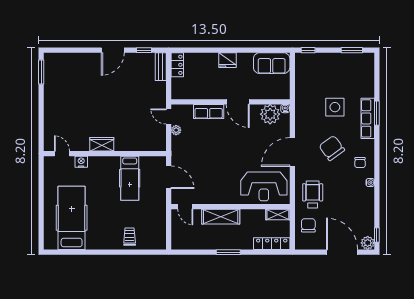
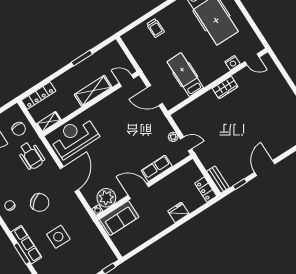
fridge: (227, 60) -> (178, 212), moved
sofa: (272, 63) -> (119, 218), moved, turned 180
window: (228, 252) -> (82, 58), moved

